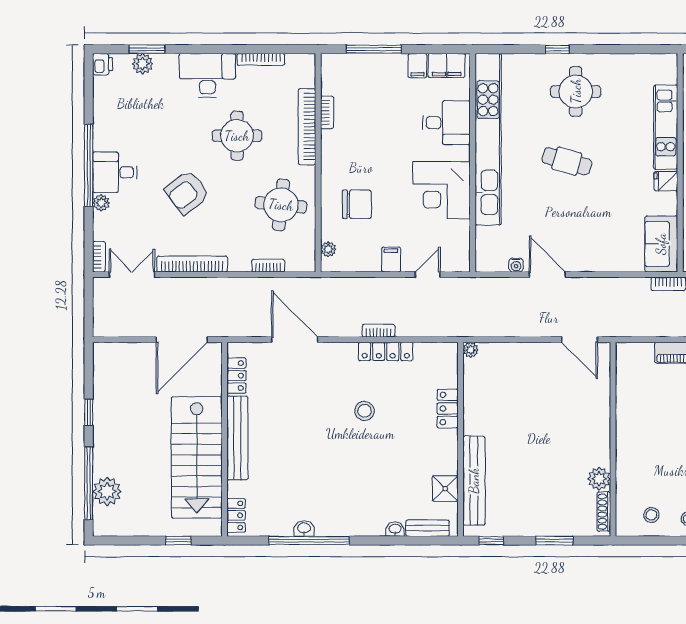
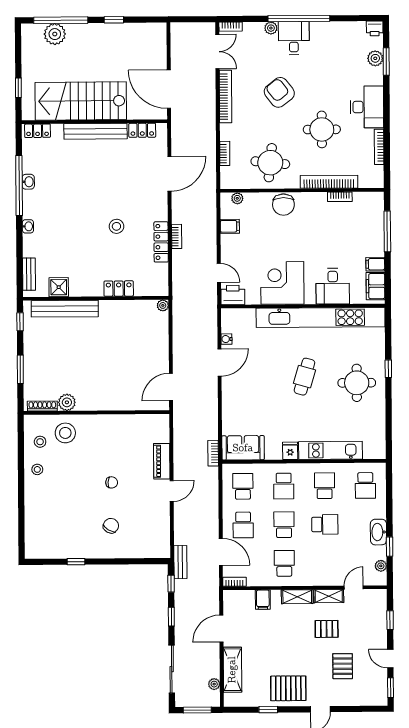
chair: (357, 204) -> (283, 205), moved
printer: (457, 256) -> (233, 295), added
filing cabinet: (391, 260) -> (230, 226), moved
stool: (640, 481) -> (65, 433), added
washbasin: (395, 529) -> (28, 226), moved

